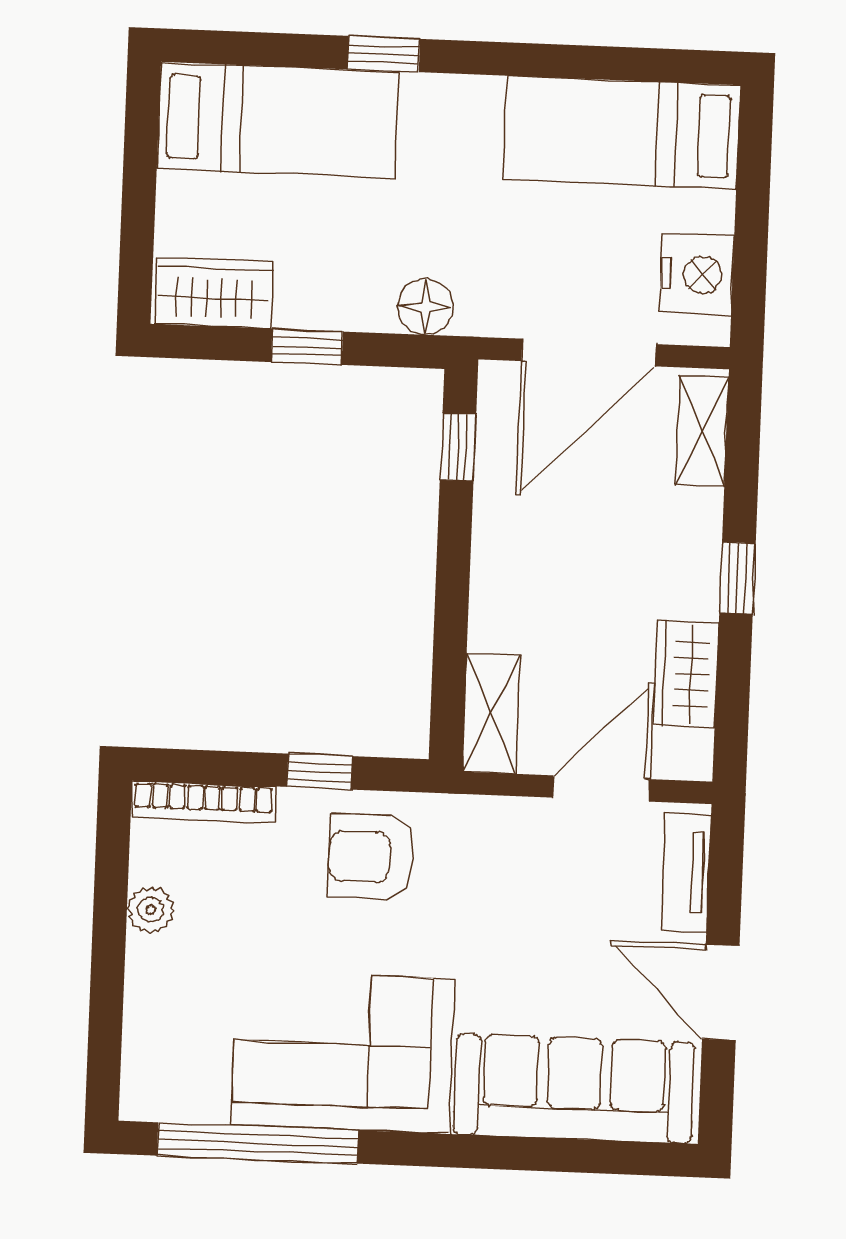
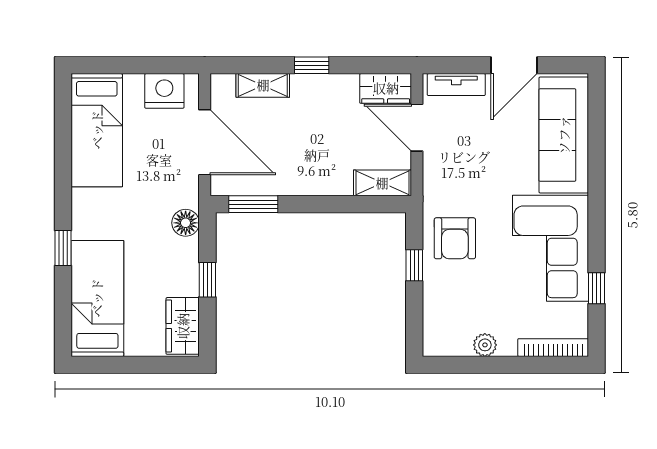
shelving: (702, 431) -> (263, 85), moved
window: (458, 447) -> (253, 204), width x1.50
wardrobe: (686, 674) -> (386, 88), moved
bookcase: (203, 802) -> (553, 348), moved, turned -90
window: (258, 1143) -> (597, 288), width x0.32

